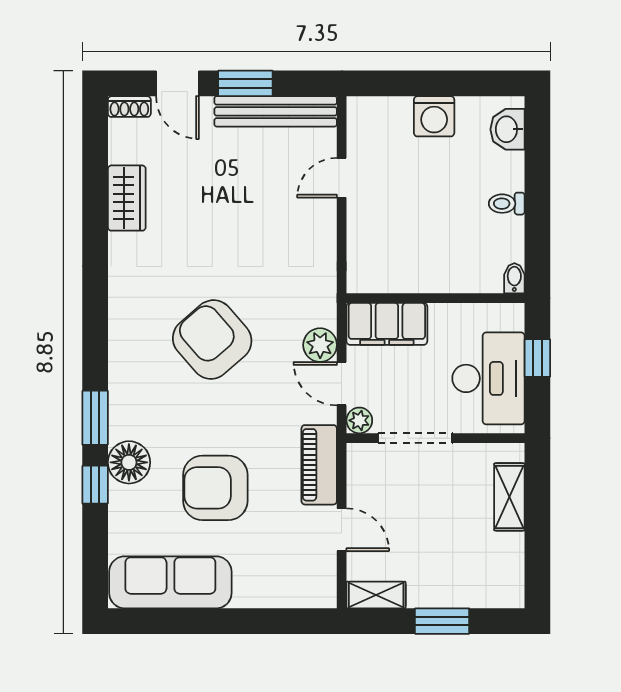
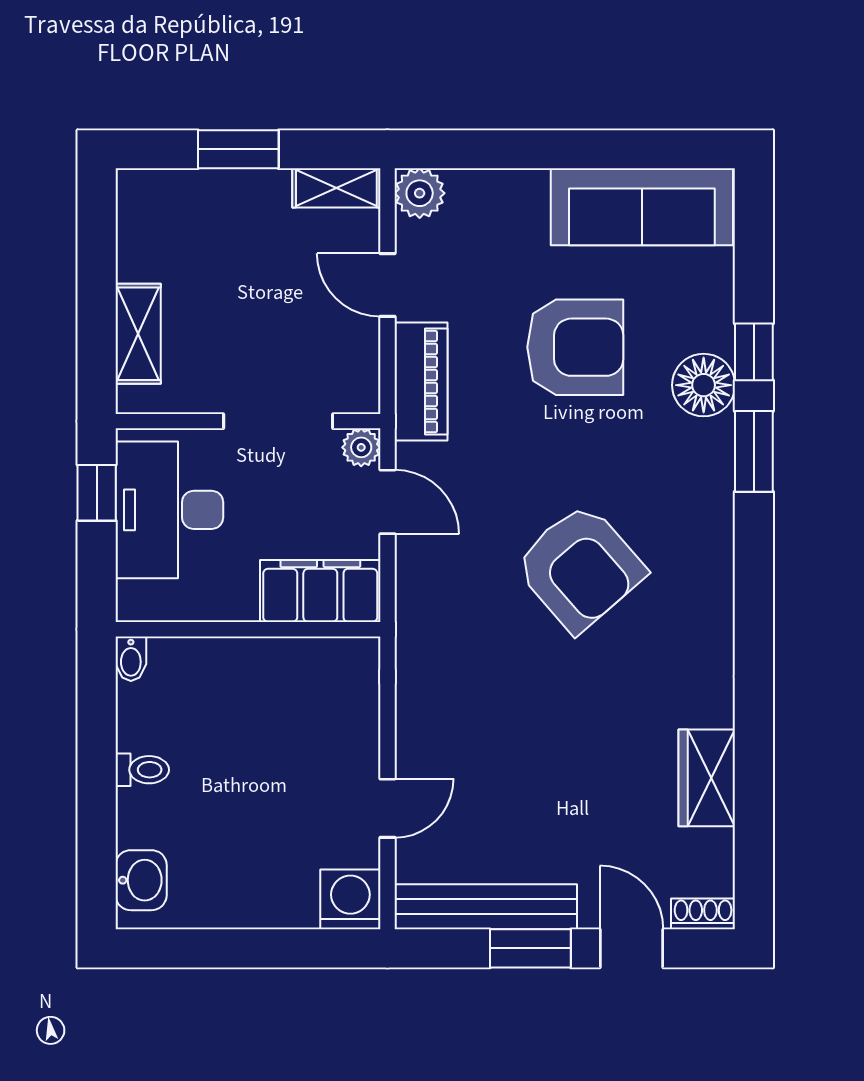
washing machine: (434, 116) -> (350, 899), moved
plant: (320, 345) -> (420, 193), moved
window: (537, 358) -> (97, 493), moved

